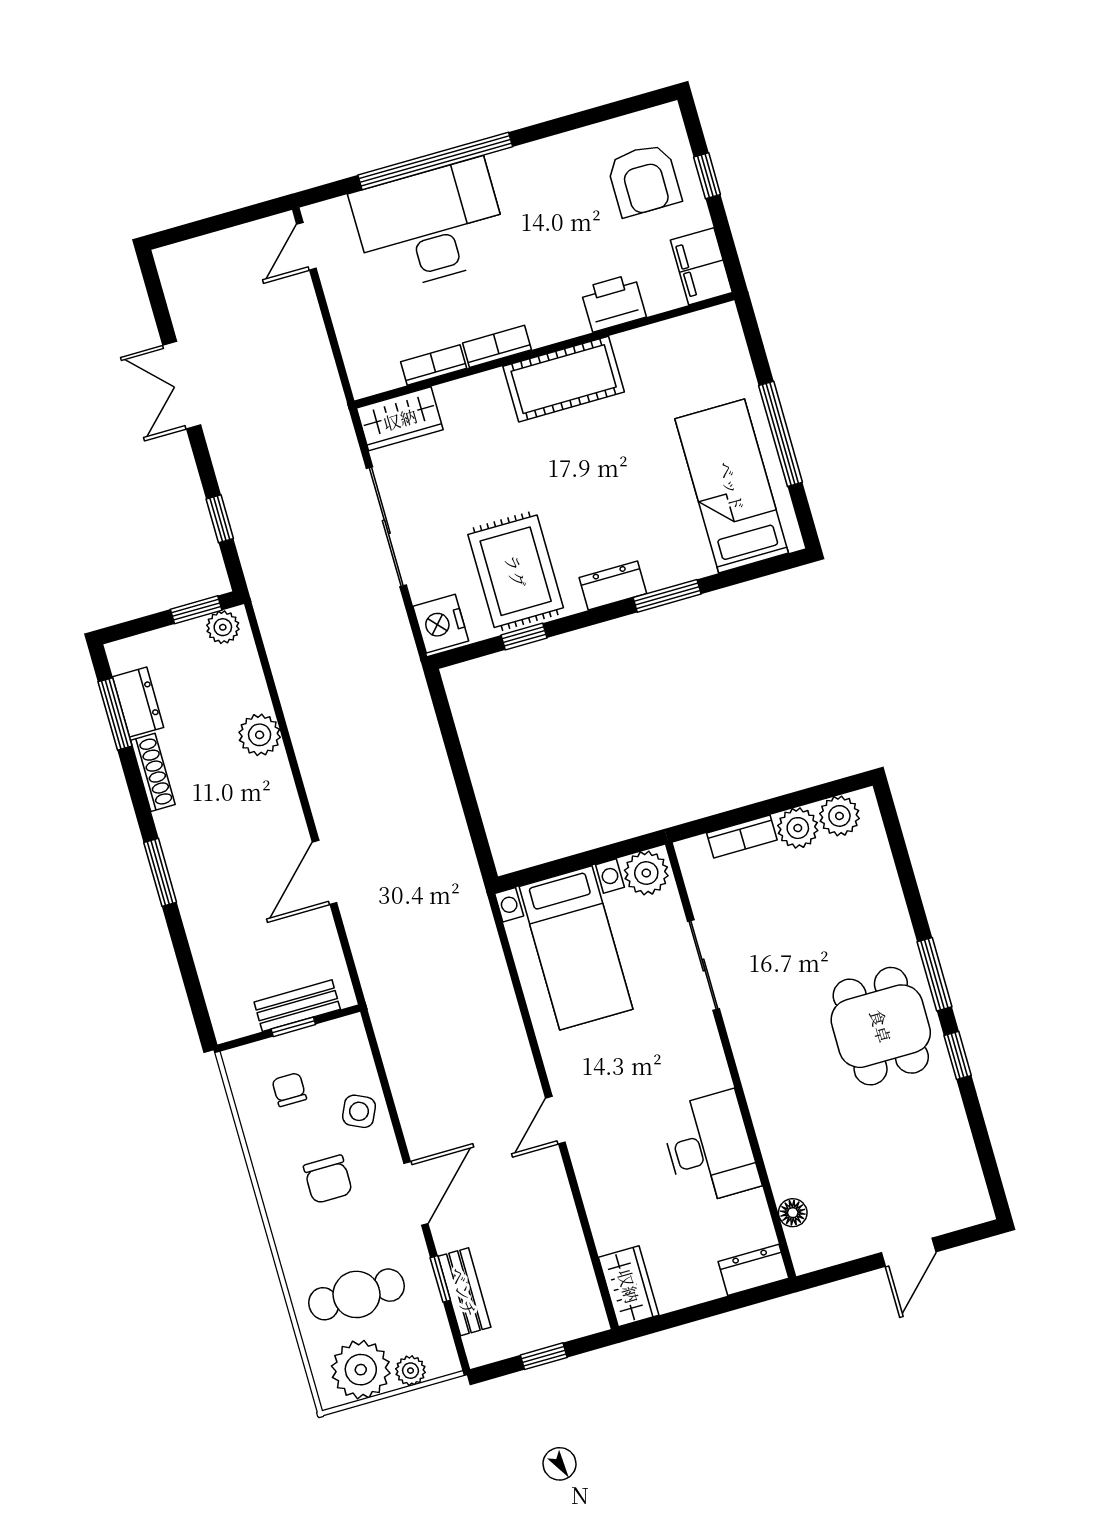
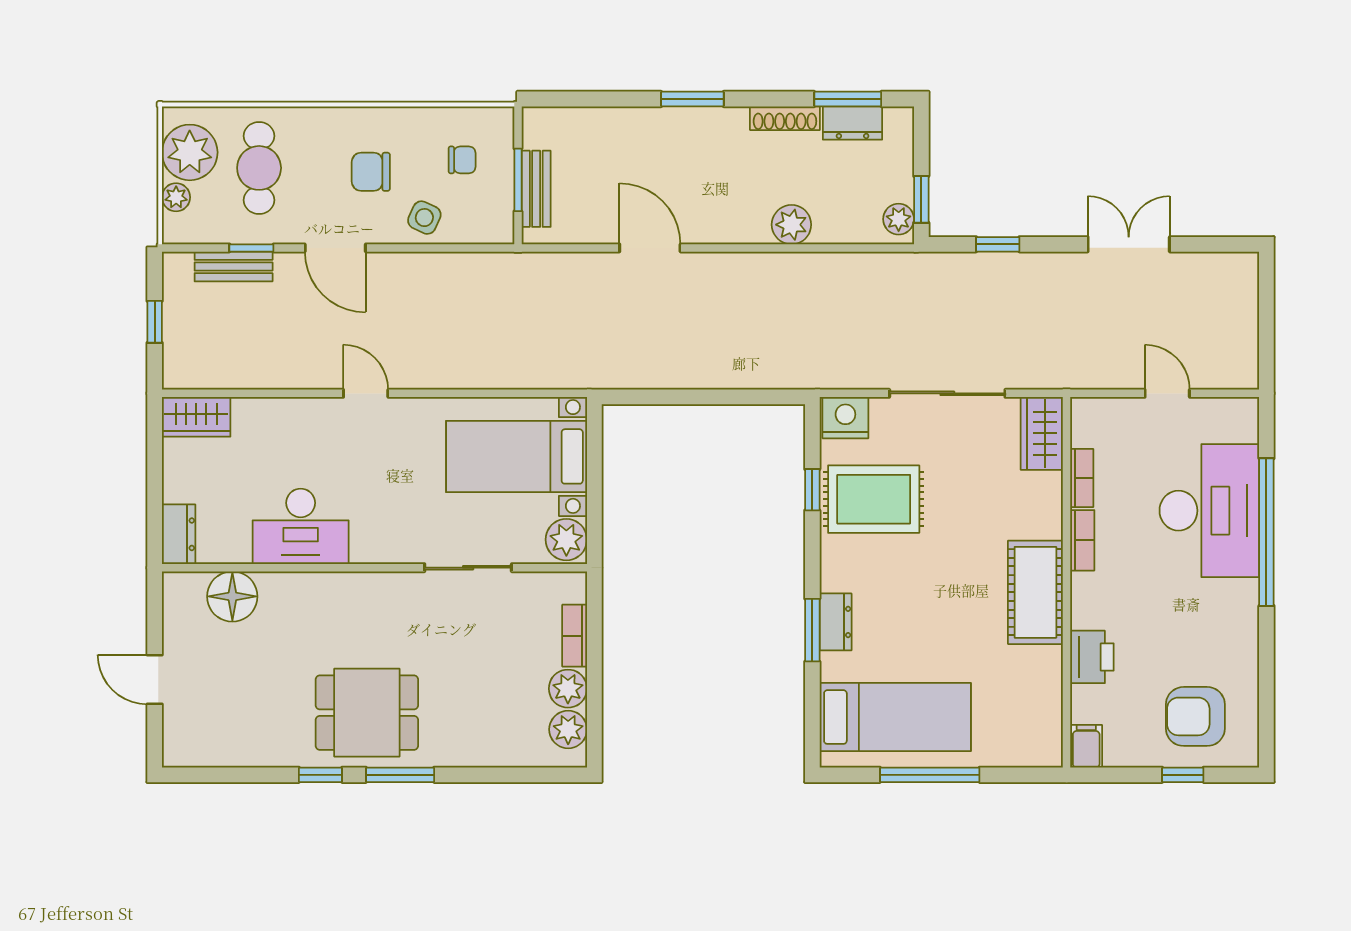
door: (306, 246) -> (1167, 393), moved
filing cabinet: (701, 266) -> (1086, 746), width x0.50
dresser: (613, 586) -> (836, 622), moved
window: (293, 1027) -> (518, 180), width x1.50
floor lamp: (793, 1213) -> (232, 596), width x1.89, depth x1.89

